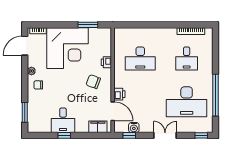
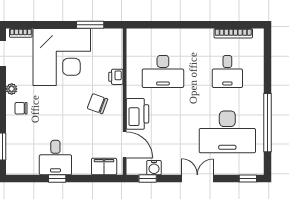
printer: (119, 94) -> (138, 114), width x1.87, depth x1.48

